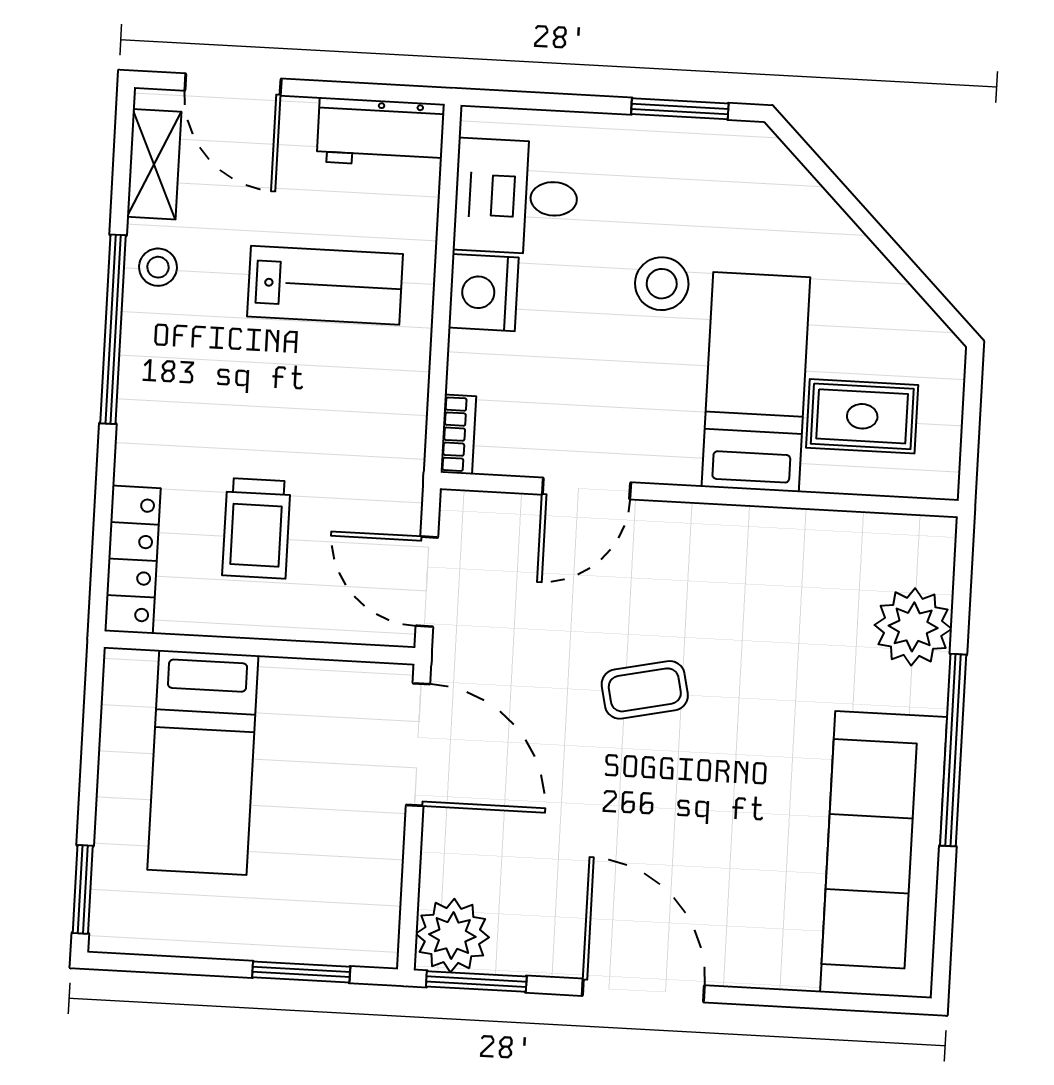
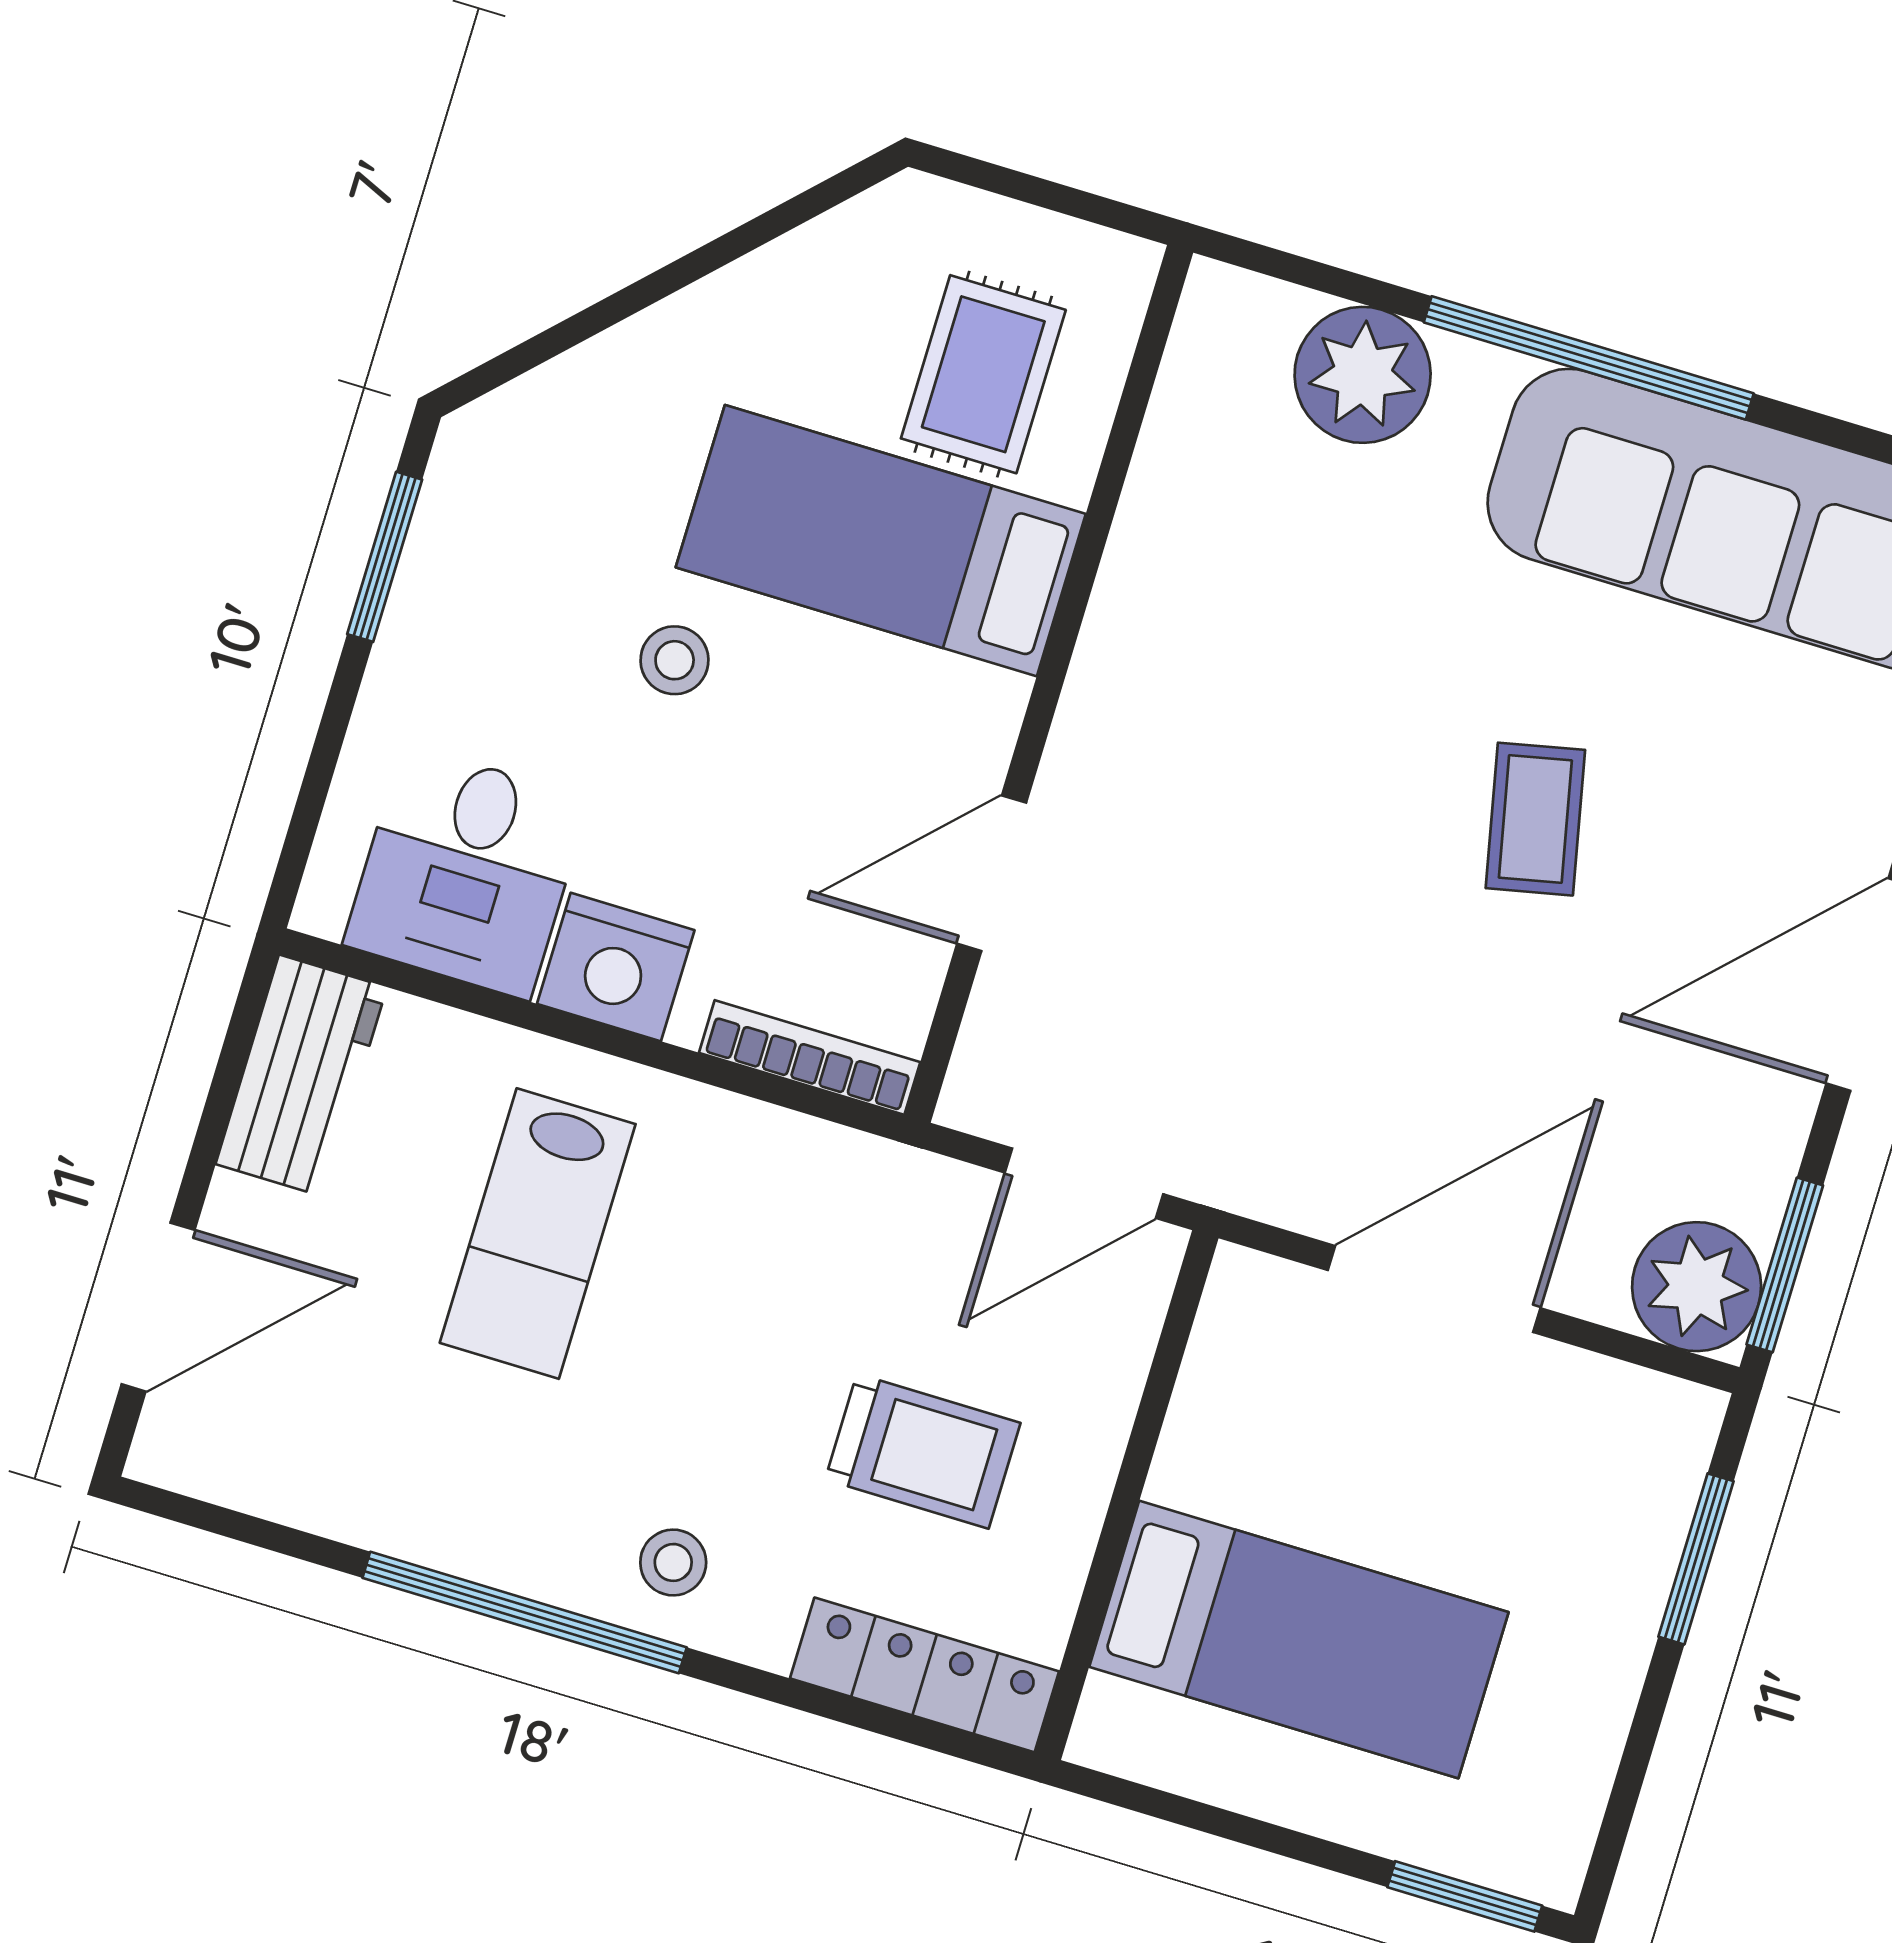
shelving: (154, 164) -> (261, 1474), removed
stool: (158, 267) -> (673, 1562), moved
stool: (662, 284) -> (675, 660), width x0.73, depth x0.73
lab bench: (325, 285) -> (538, 1234), turned 180
bookcase: (458, 434) -> (810, 1057), width x1.56
door: (586, 488) -> (992, 873), swing flipped
coffee table: (645, 690) -> (1535, 819), moved
door: (418, 745) -> (1434, 1289), moved

